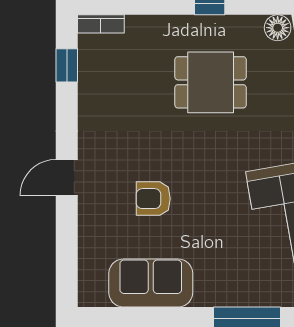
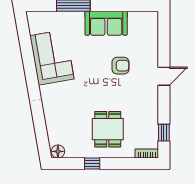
dining table: (211, 82) -> (108, 129), moved, turned 90
sofa: (151, 283) -> (106, 23), moved

